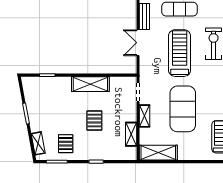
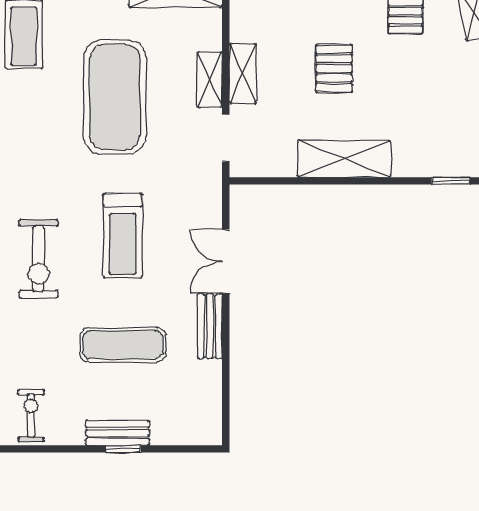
double door: (138, 43) -> (226, 261), swing flipped
treadmill: (180, 53) -> (123, 236), width x0.73, depth x0.73
shelving: (131, 134) -> (243, 73), moved

